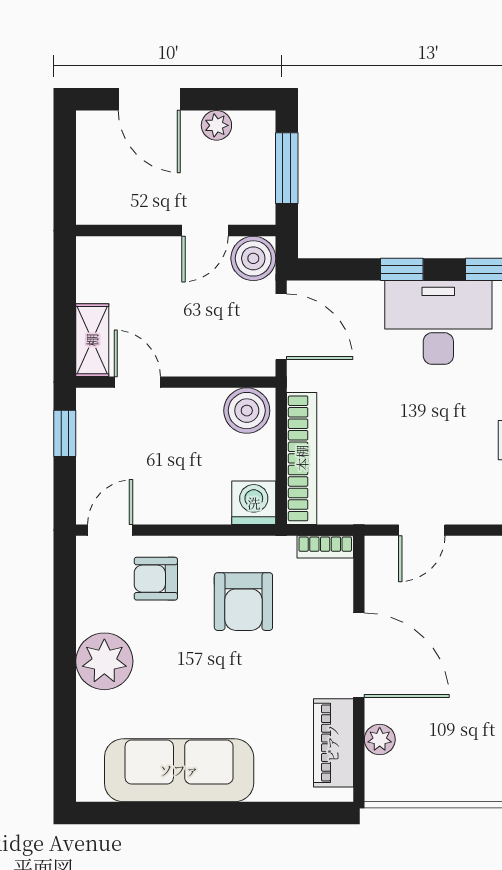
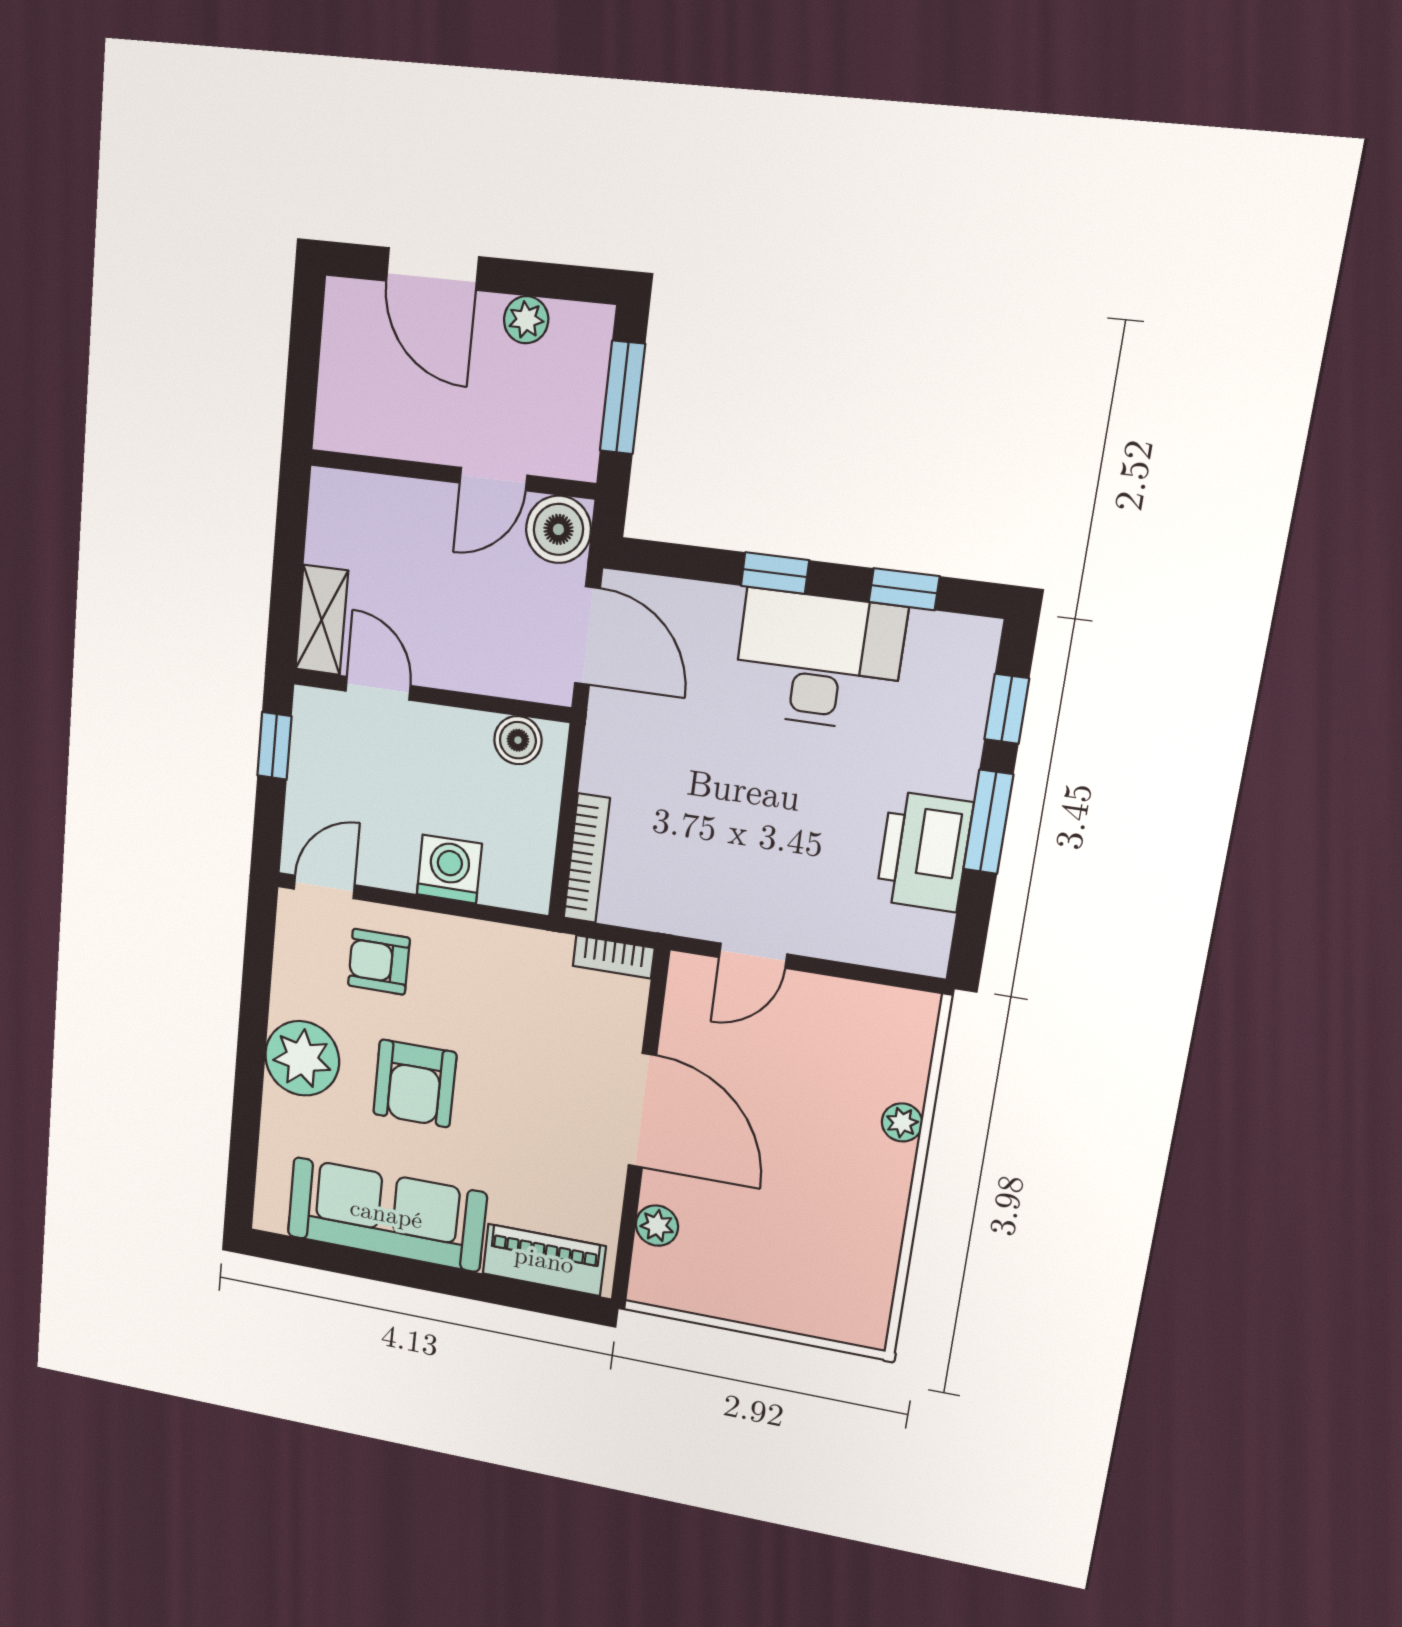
boiler: (247, 411) -> (518, 740), width x0.73, depth x0.73
bookcase: (302, 458) -> (587, 858), width x0.68, depth x0.76
washing machine: (254, 503) -> (449, 869), moved
armchair: (243, 602) -> (415, 1083), moved
piano: (333, 743) -> (544, 1260), moved, turned 90

